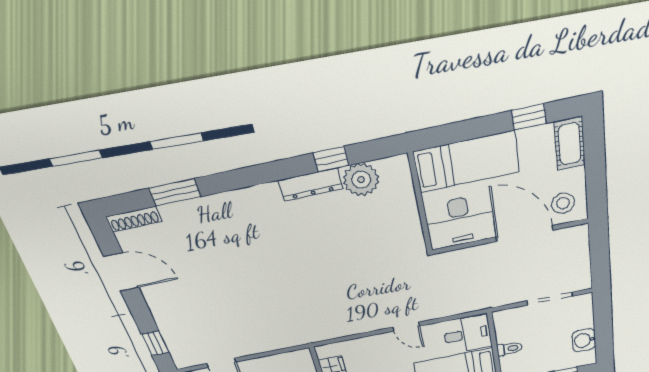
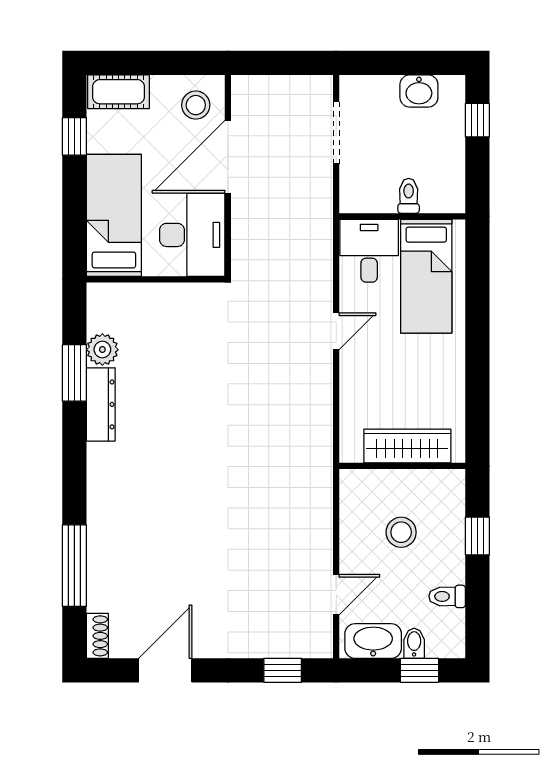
window: (331, 159) -> (74, 373), width x1.50
plant: (361, 180) -> (102, 350), width x0.73, depth x0.73
window: (175, 192) -> (74, 566), width x1.44
shoe rack: (134, 219) -> (97, 636), width x0.70

